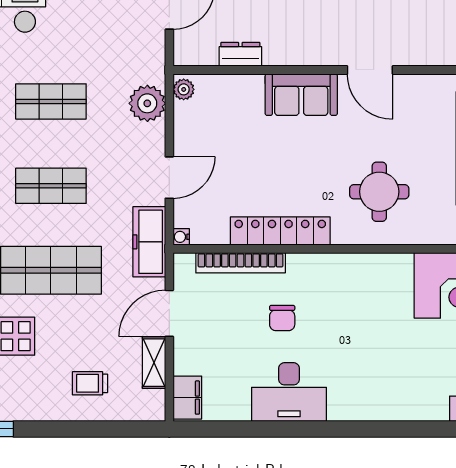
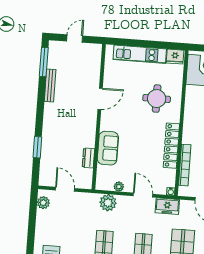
plant: (184, 89) -> (119, 187), moved
sofa: (301, 95) -> (108, 148), moved
freezer: (149, 242) -> (167, 206), width x0.71

